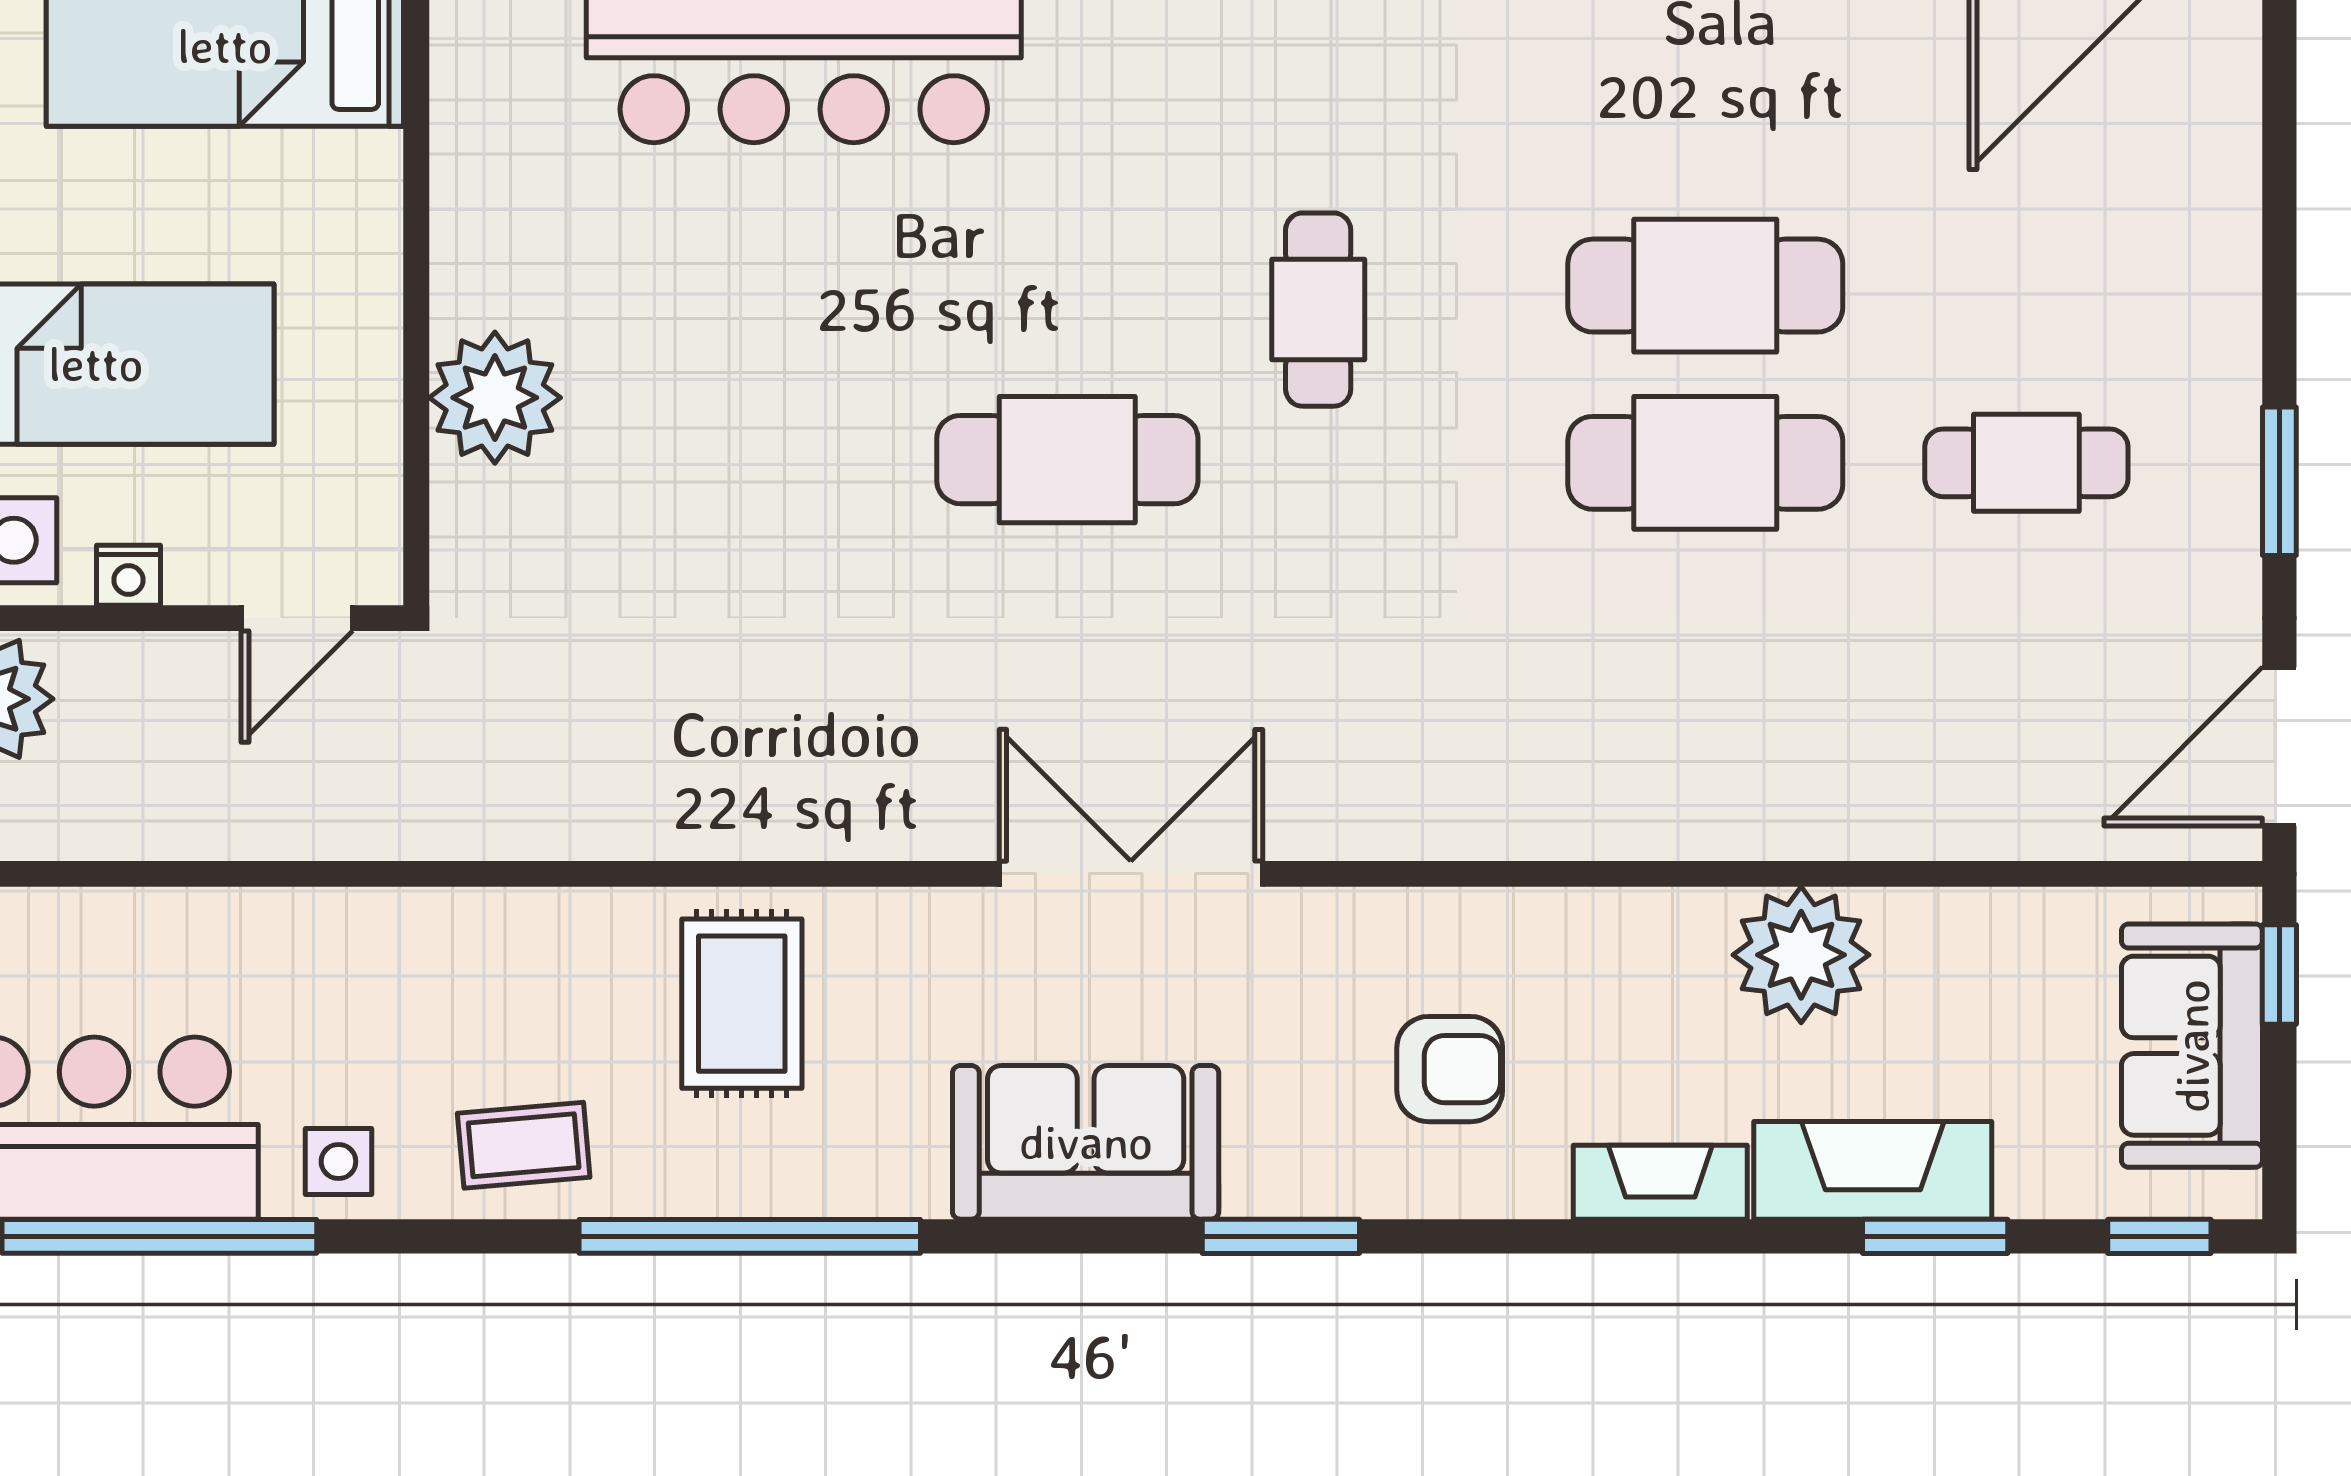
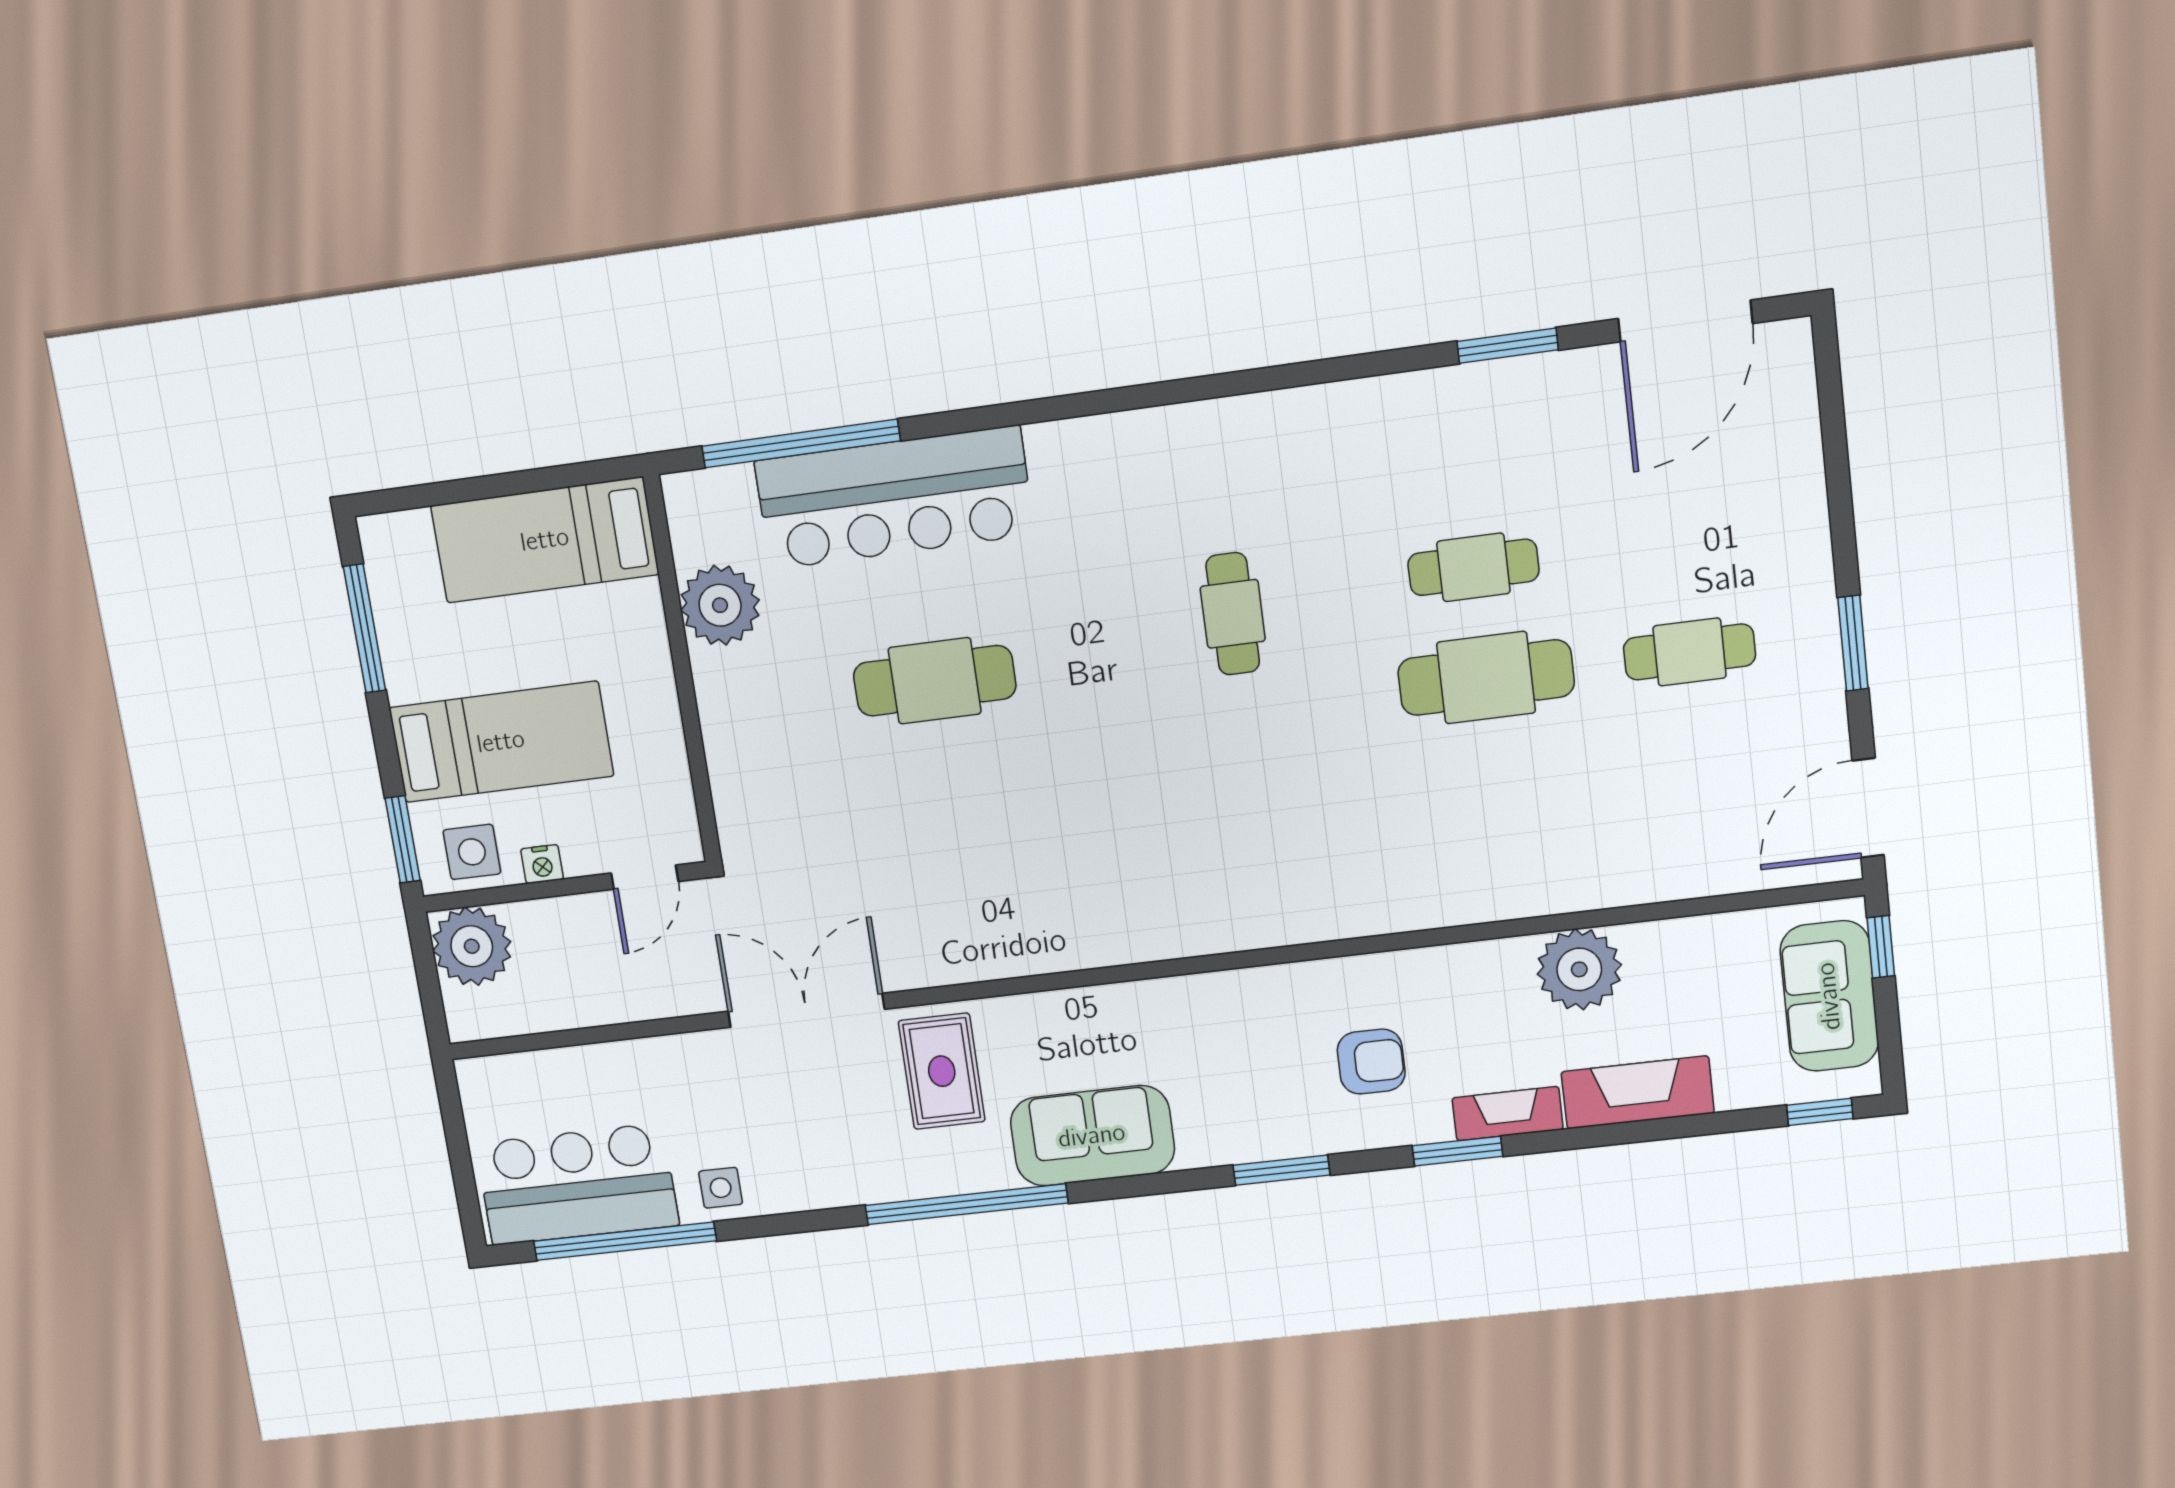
cafe table: (1705, 286) -> (1473, 567), width x0.73, depth x0.74
plant: (495, 398) -> (720, 605), moved
cafe table: (1067, 460) -> (935, 681), moved
double door: (1131, 874) -> (806, 1010), moved
sofa: (1086, 1142) -> (1092, 1136), moved
coffee table: (524, 1145) -> (826, 1167), removed
window: (1935, 1236) -> (1457, 1151), moved

